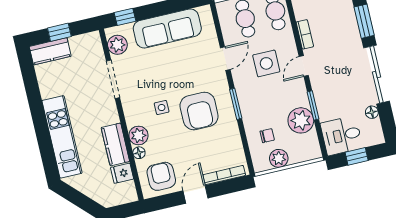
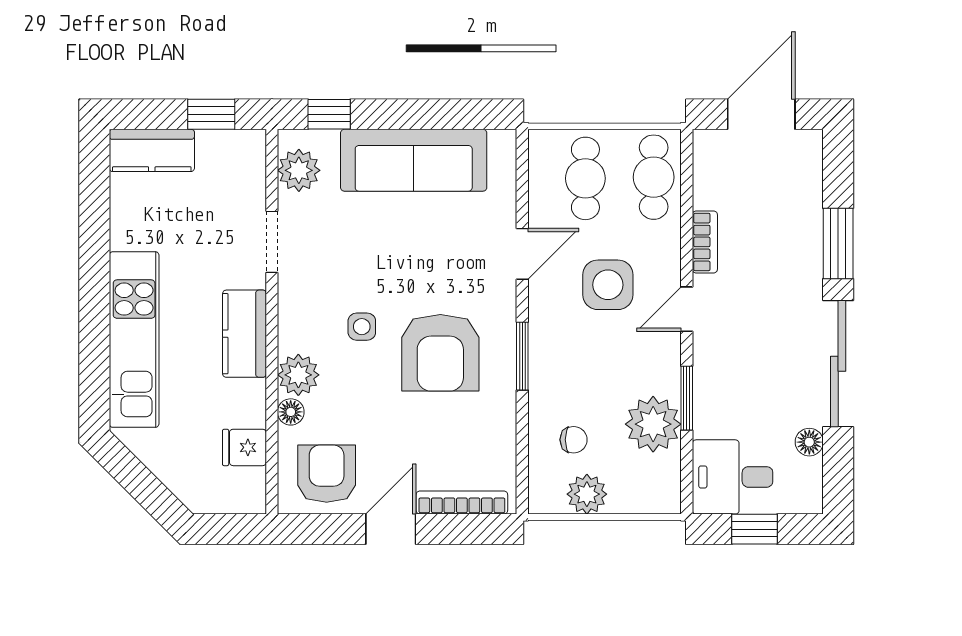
window: (59, 32) -> (211, 114), moved
doorway: (113, 79) -> (272, 242), width x0.73
kitchen counter: (115, 144) -> (244, 334), moved

